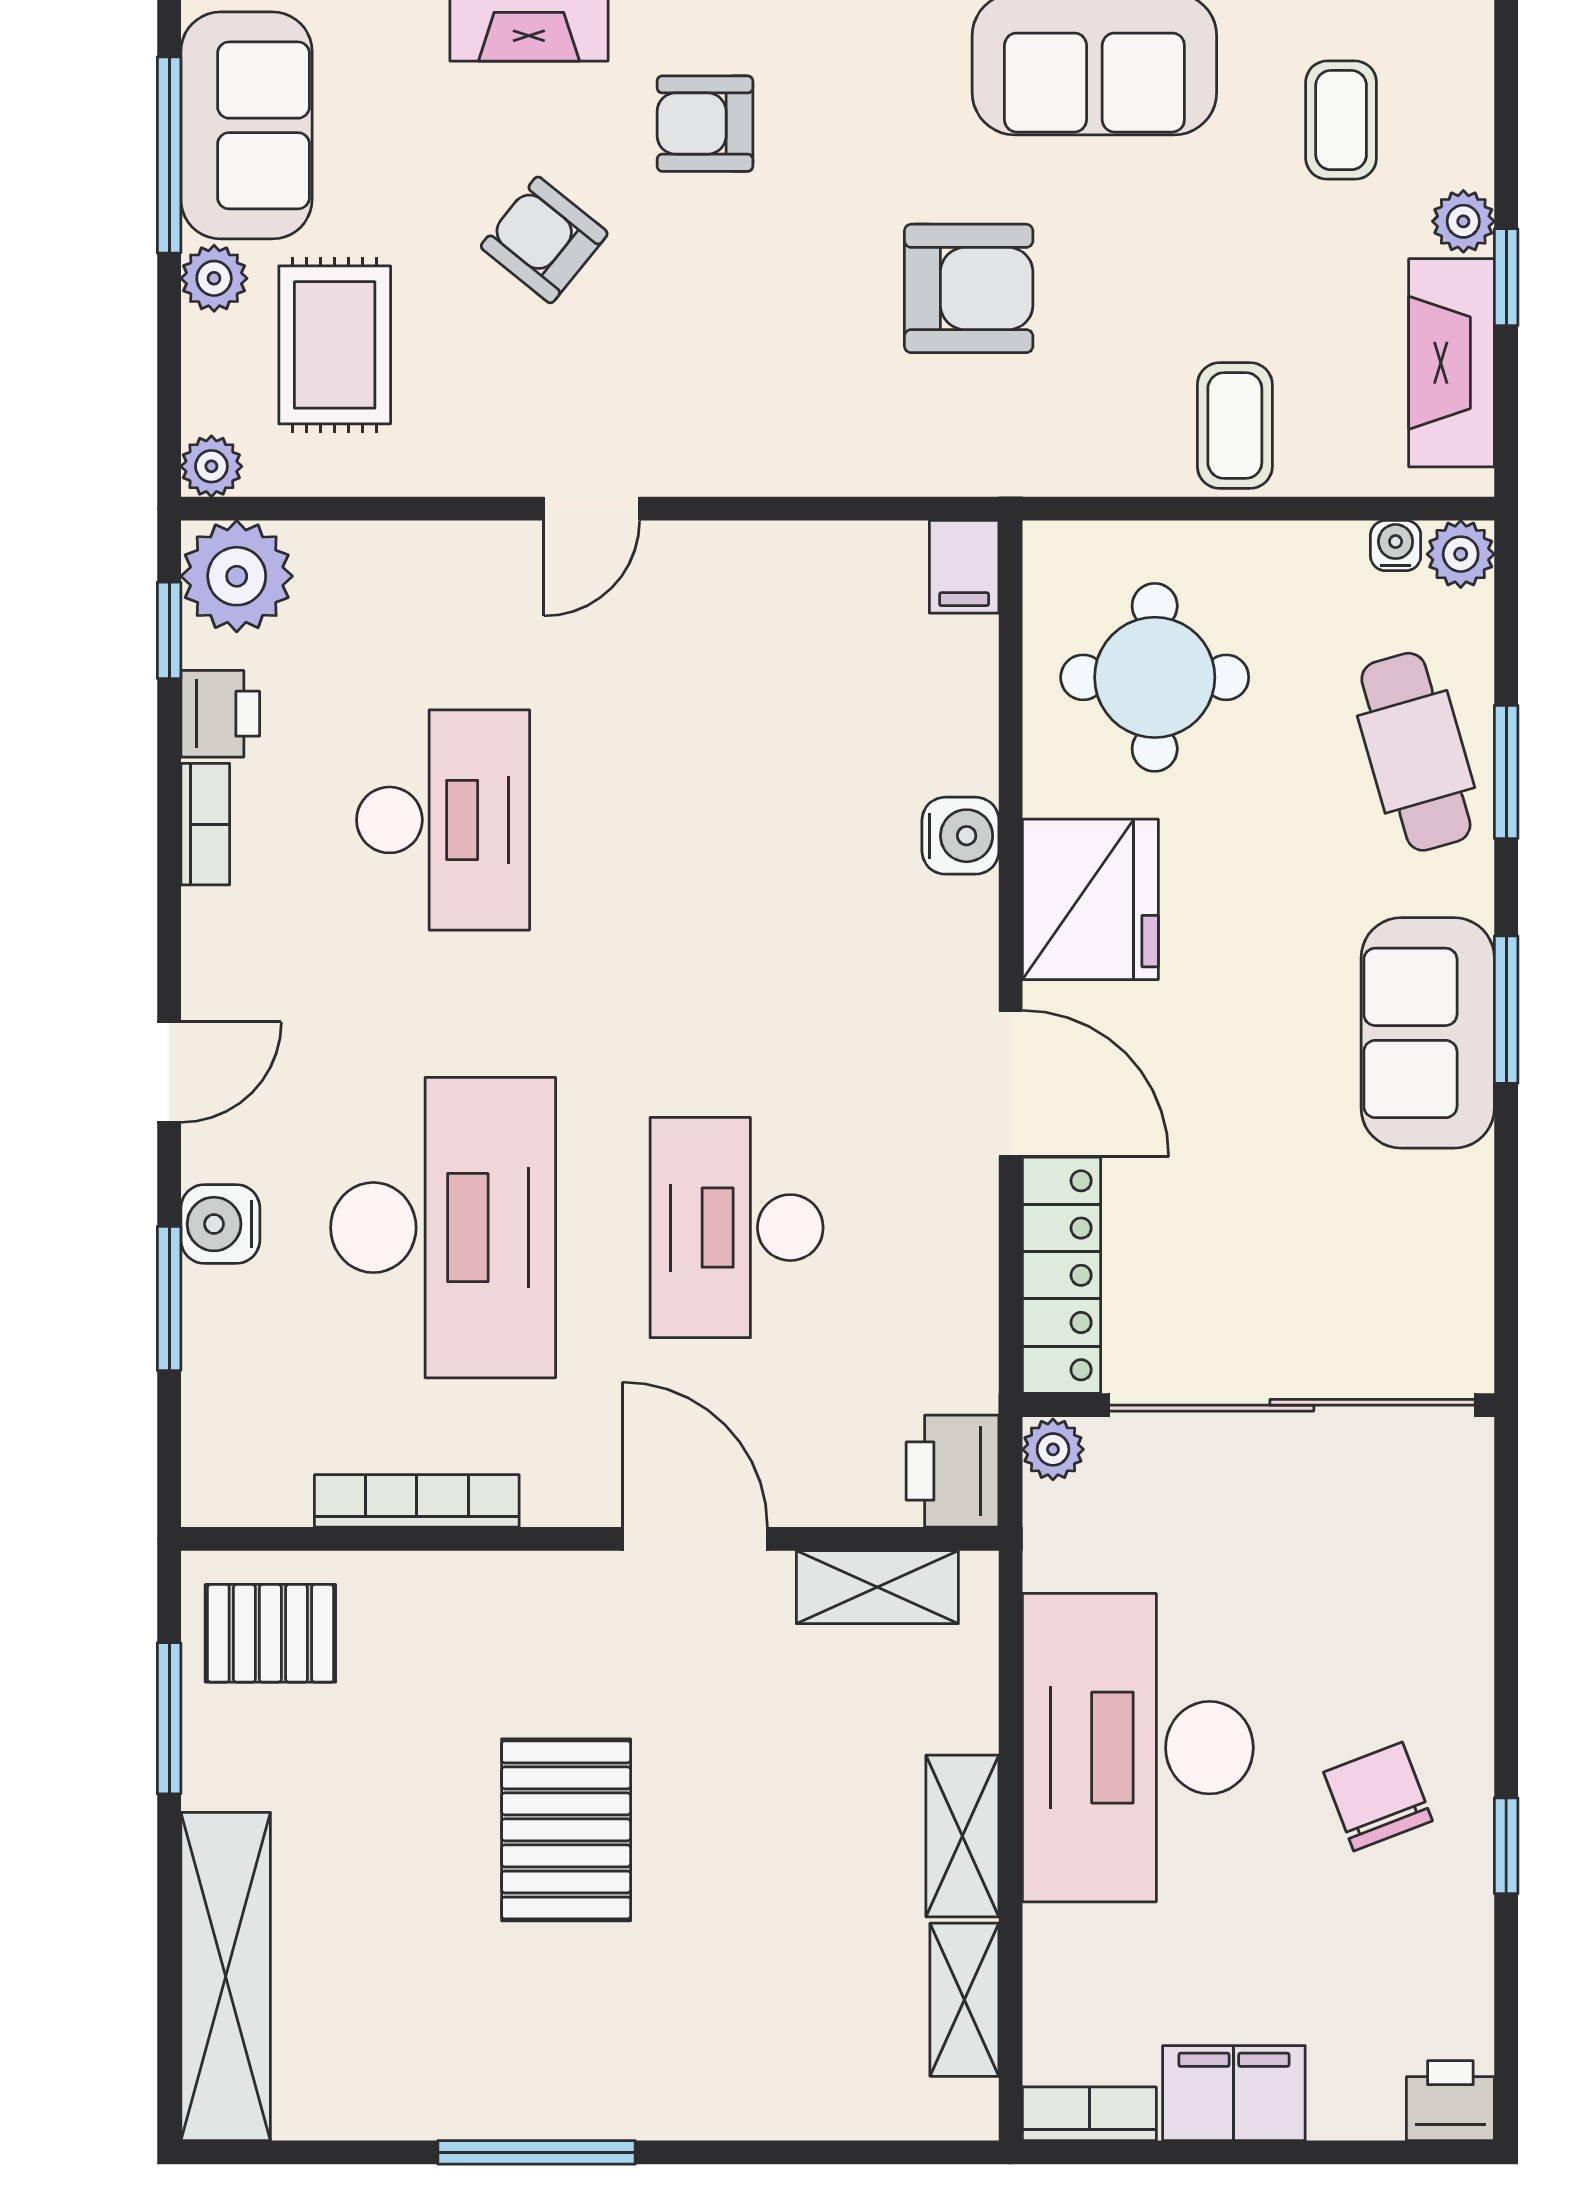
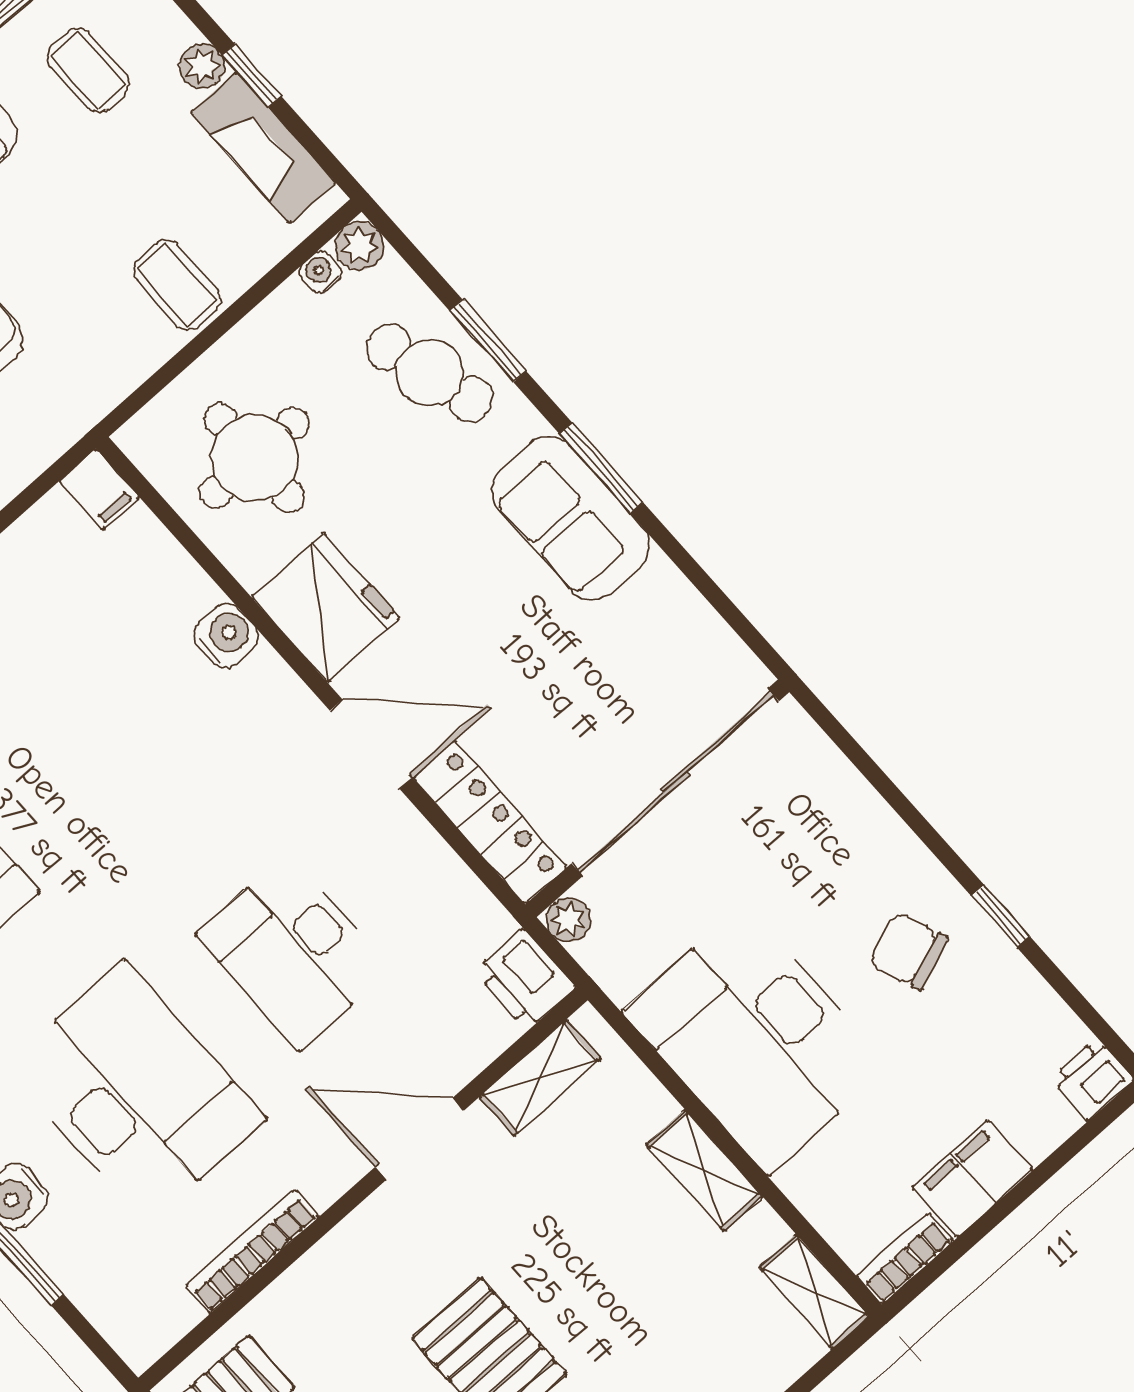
shelving: (964, 2000) -> (814, 1292), moved

